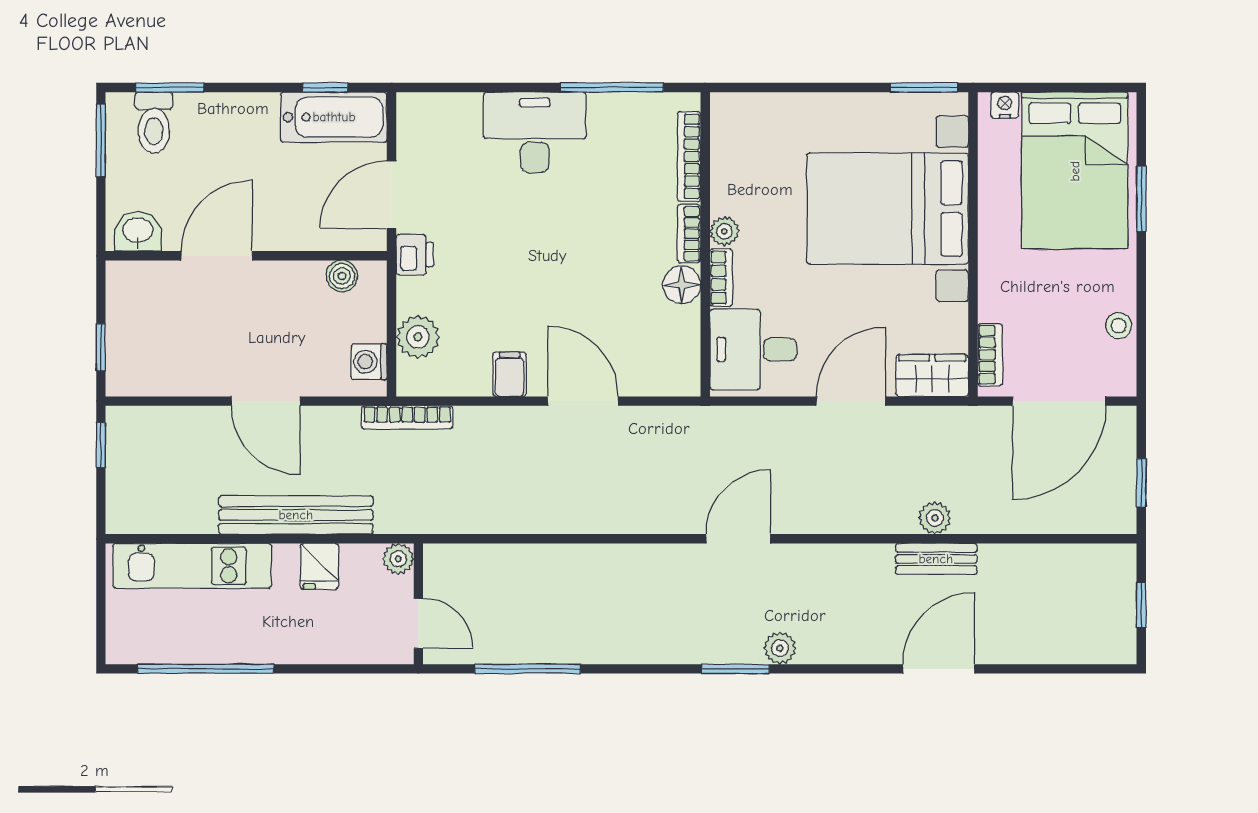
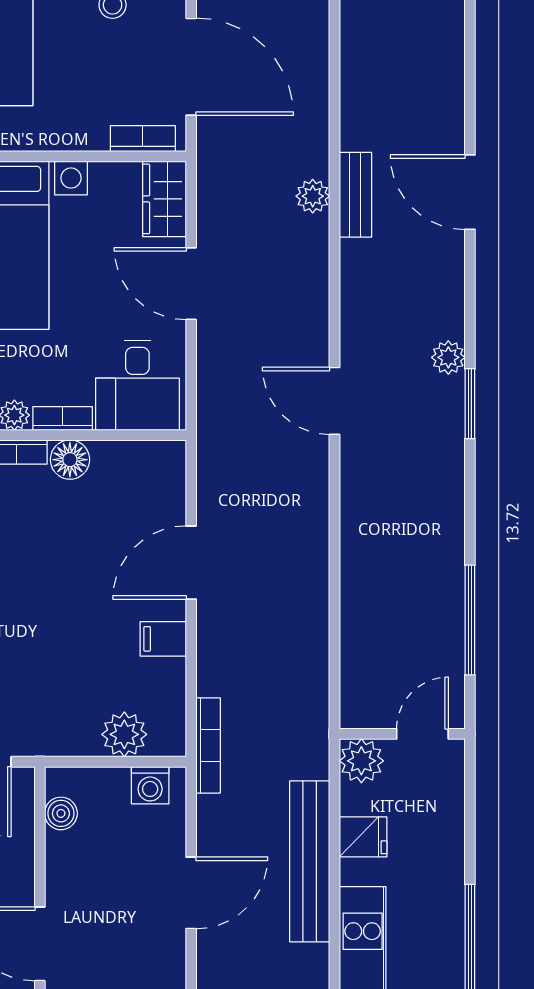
printer: (415, 255) -> (39, 738), removed
plant: (398, 559) -> (361, 761), width x1.38, depth x1.38

